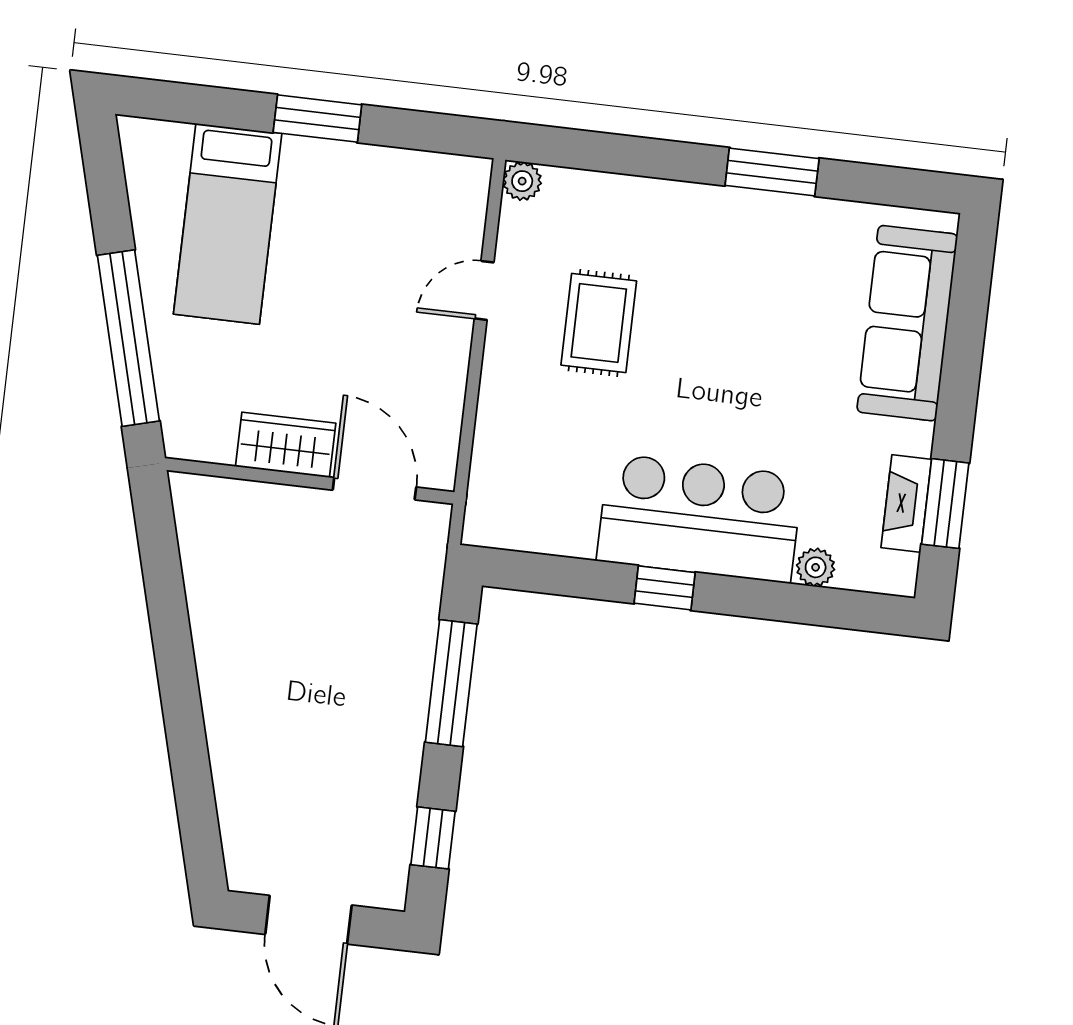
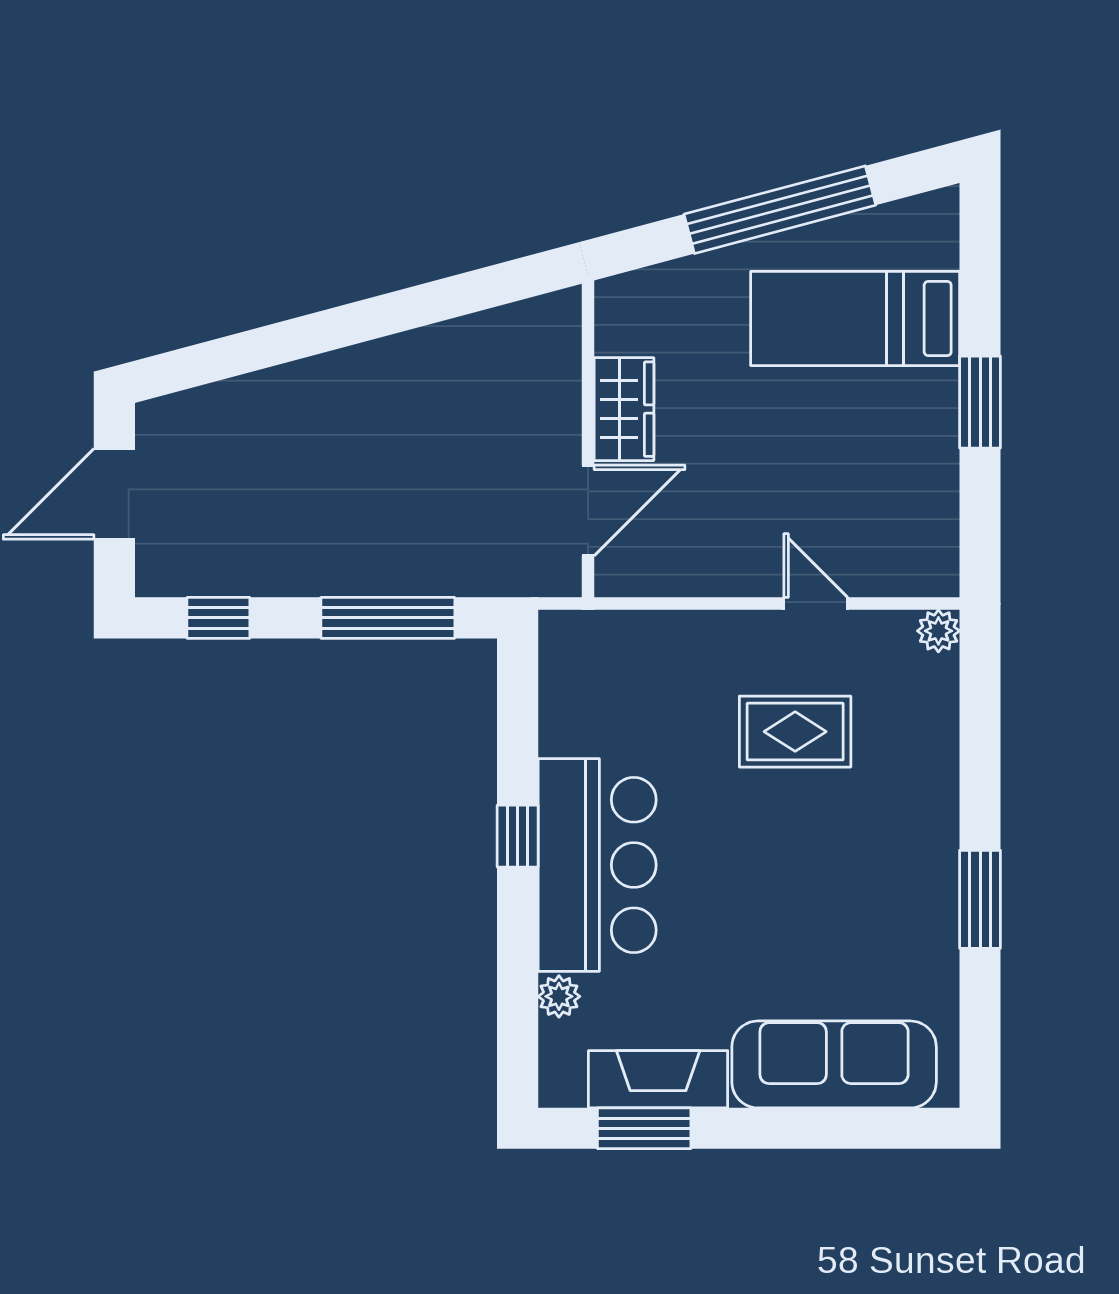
window: (128, 338) -> (780, 210), moved
fireplace: (906, 504) -> (658, 1079), width x1.37, depth x1.32

